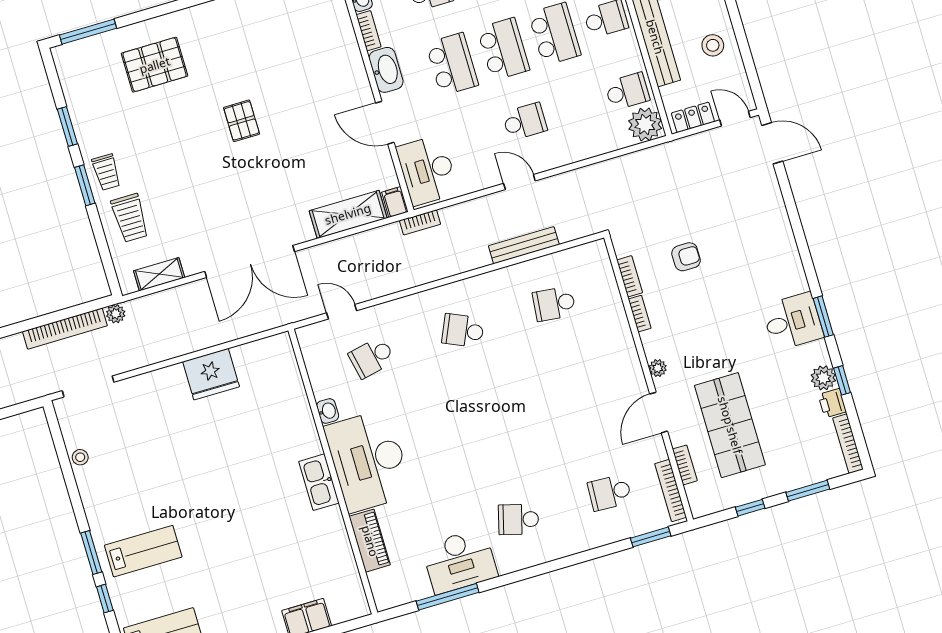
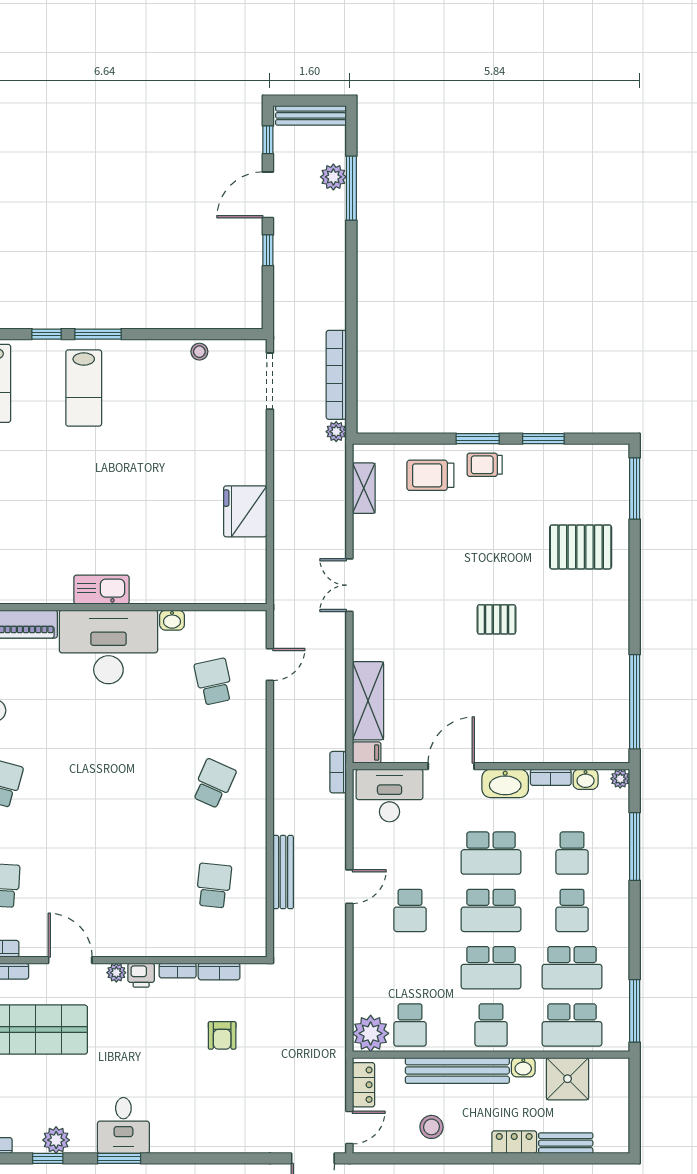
pallet: (155, 65) -> (581, 547), turned 90
double door: (250, 262) -> (349, 585), width x0.54
printer: (832, 403) -> (141, 975), moved, turned 180

